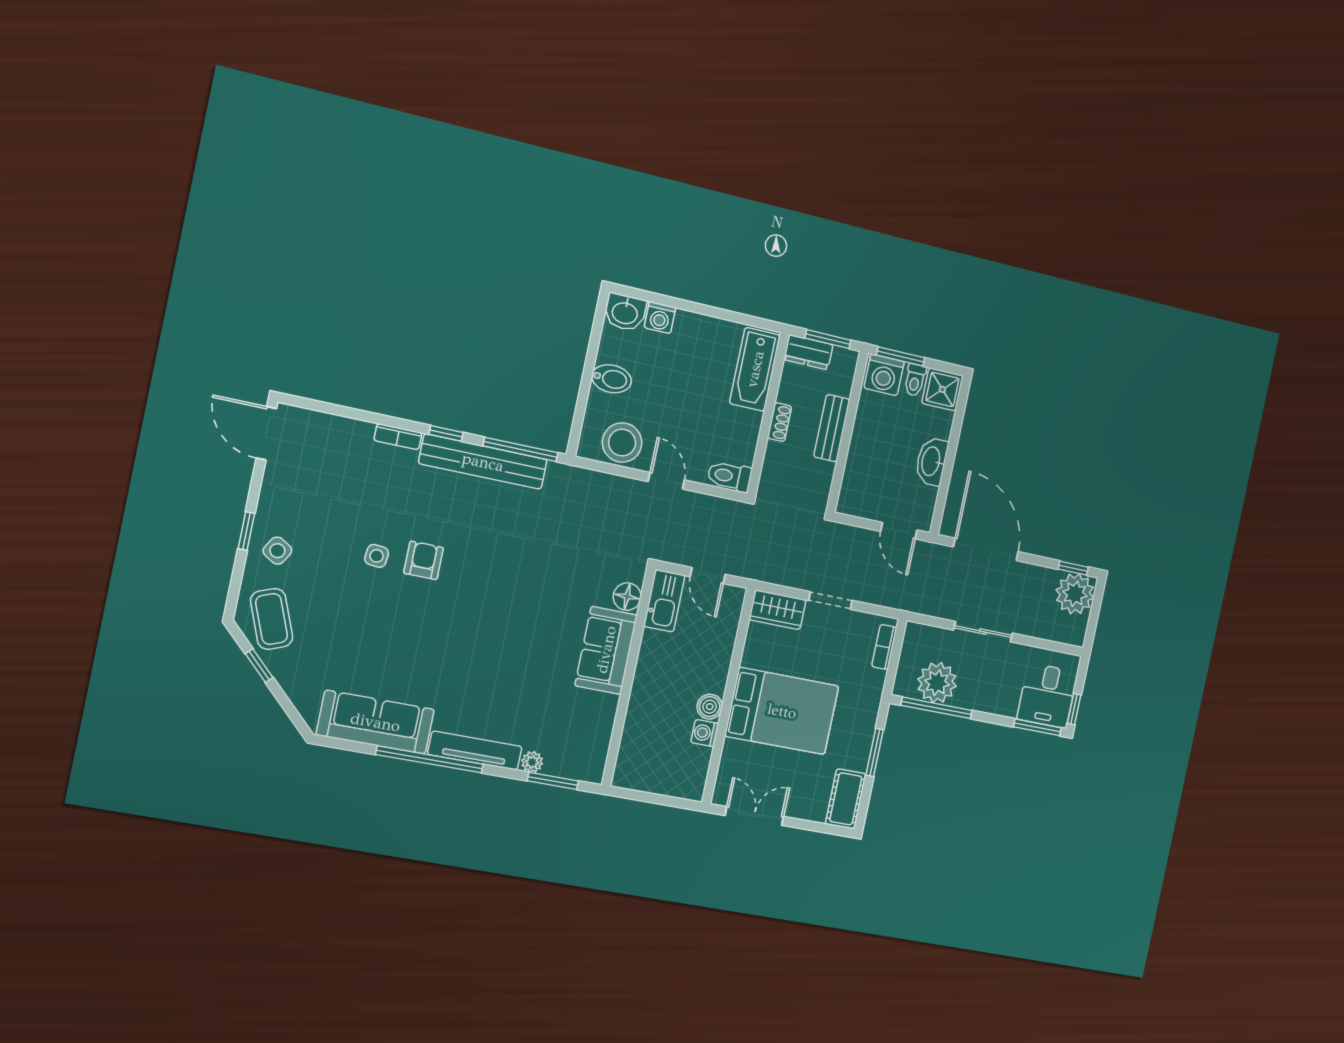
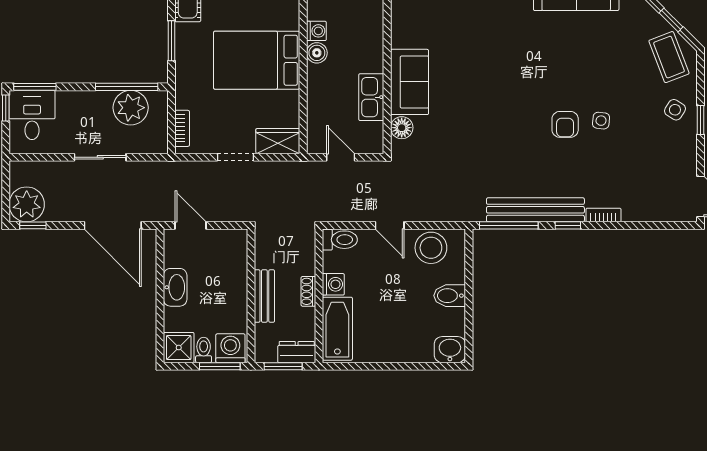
washing machine: (660, 318) -> (333, 284), moved, turned 90
kitchen sink: (664, 601) -> (371, 97), moved

